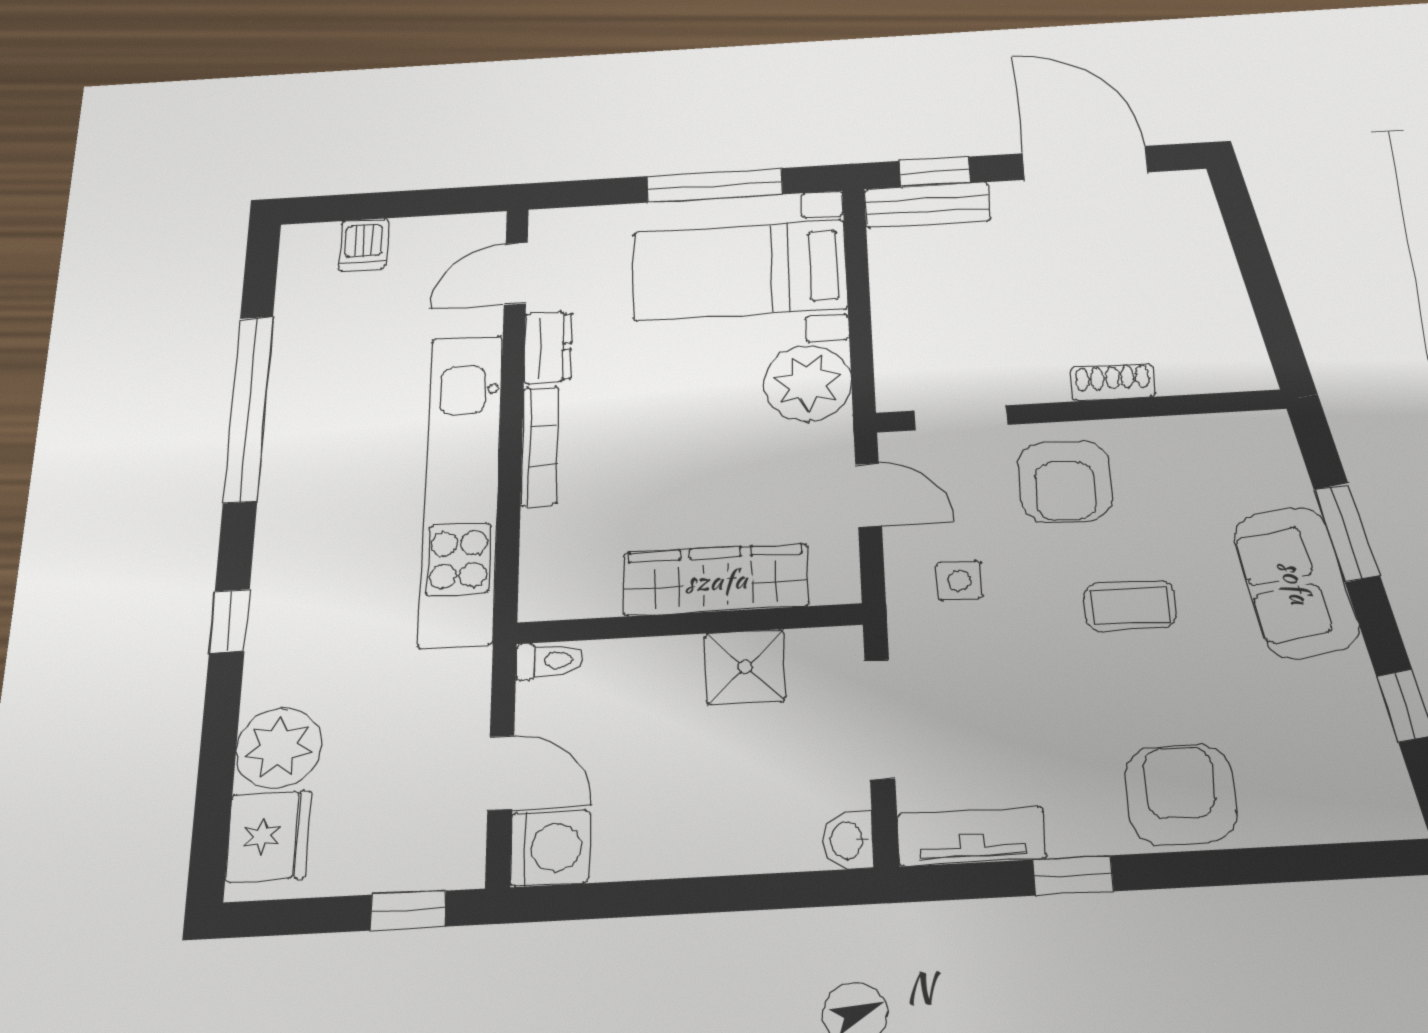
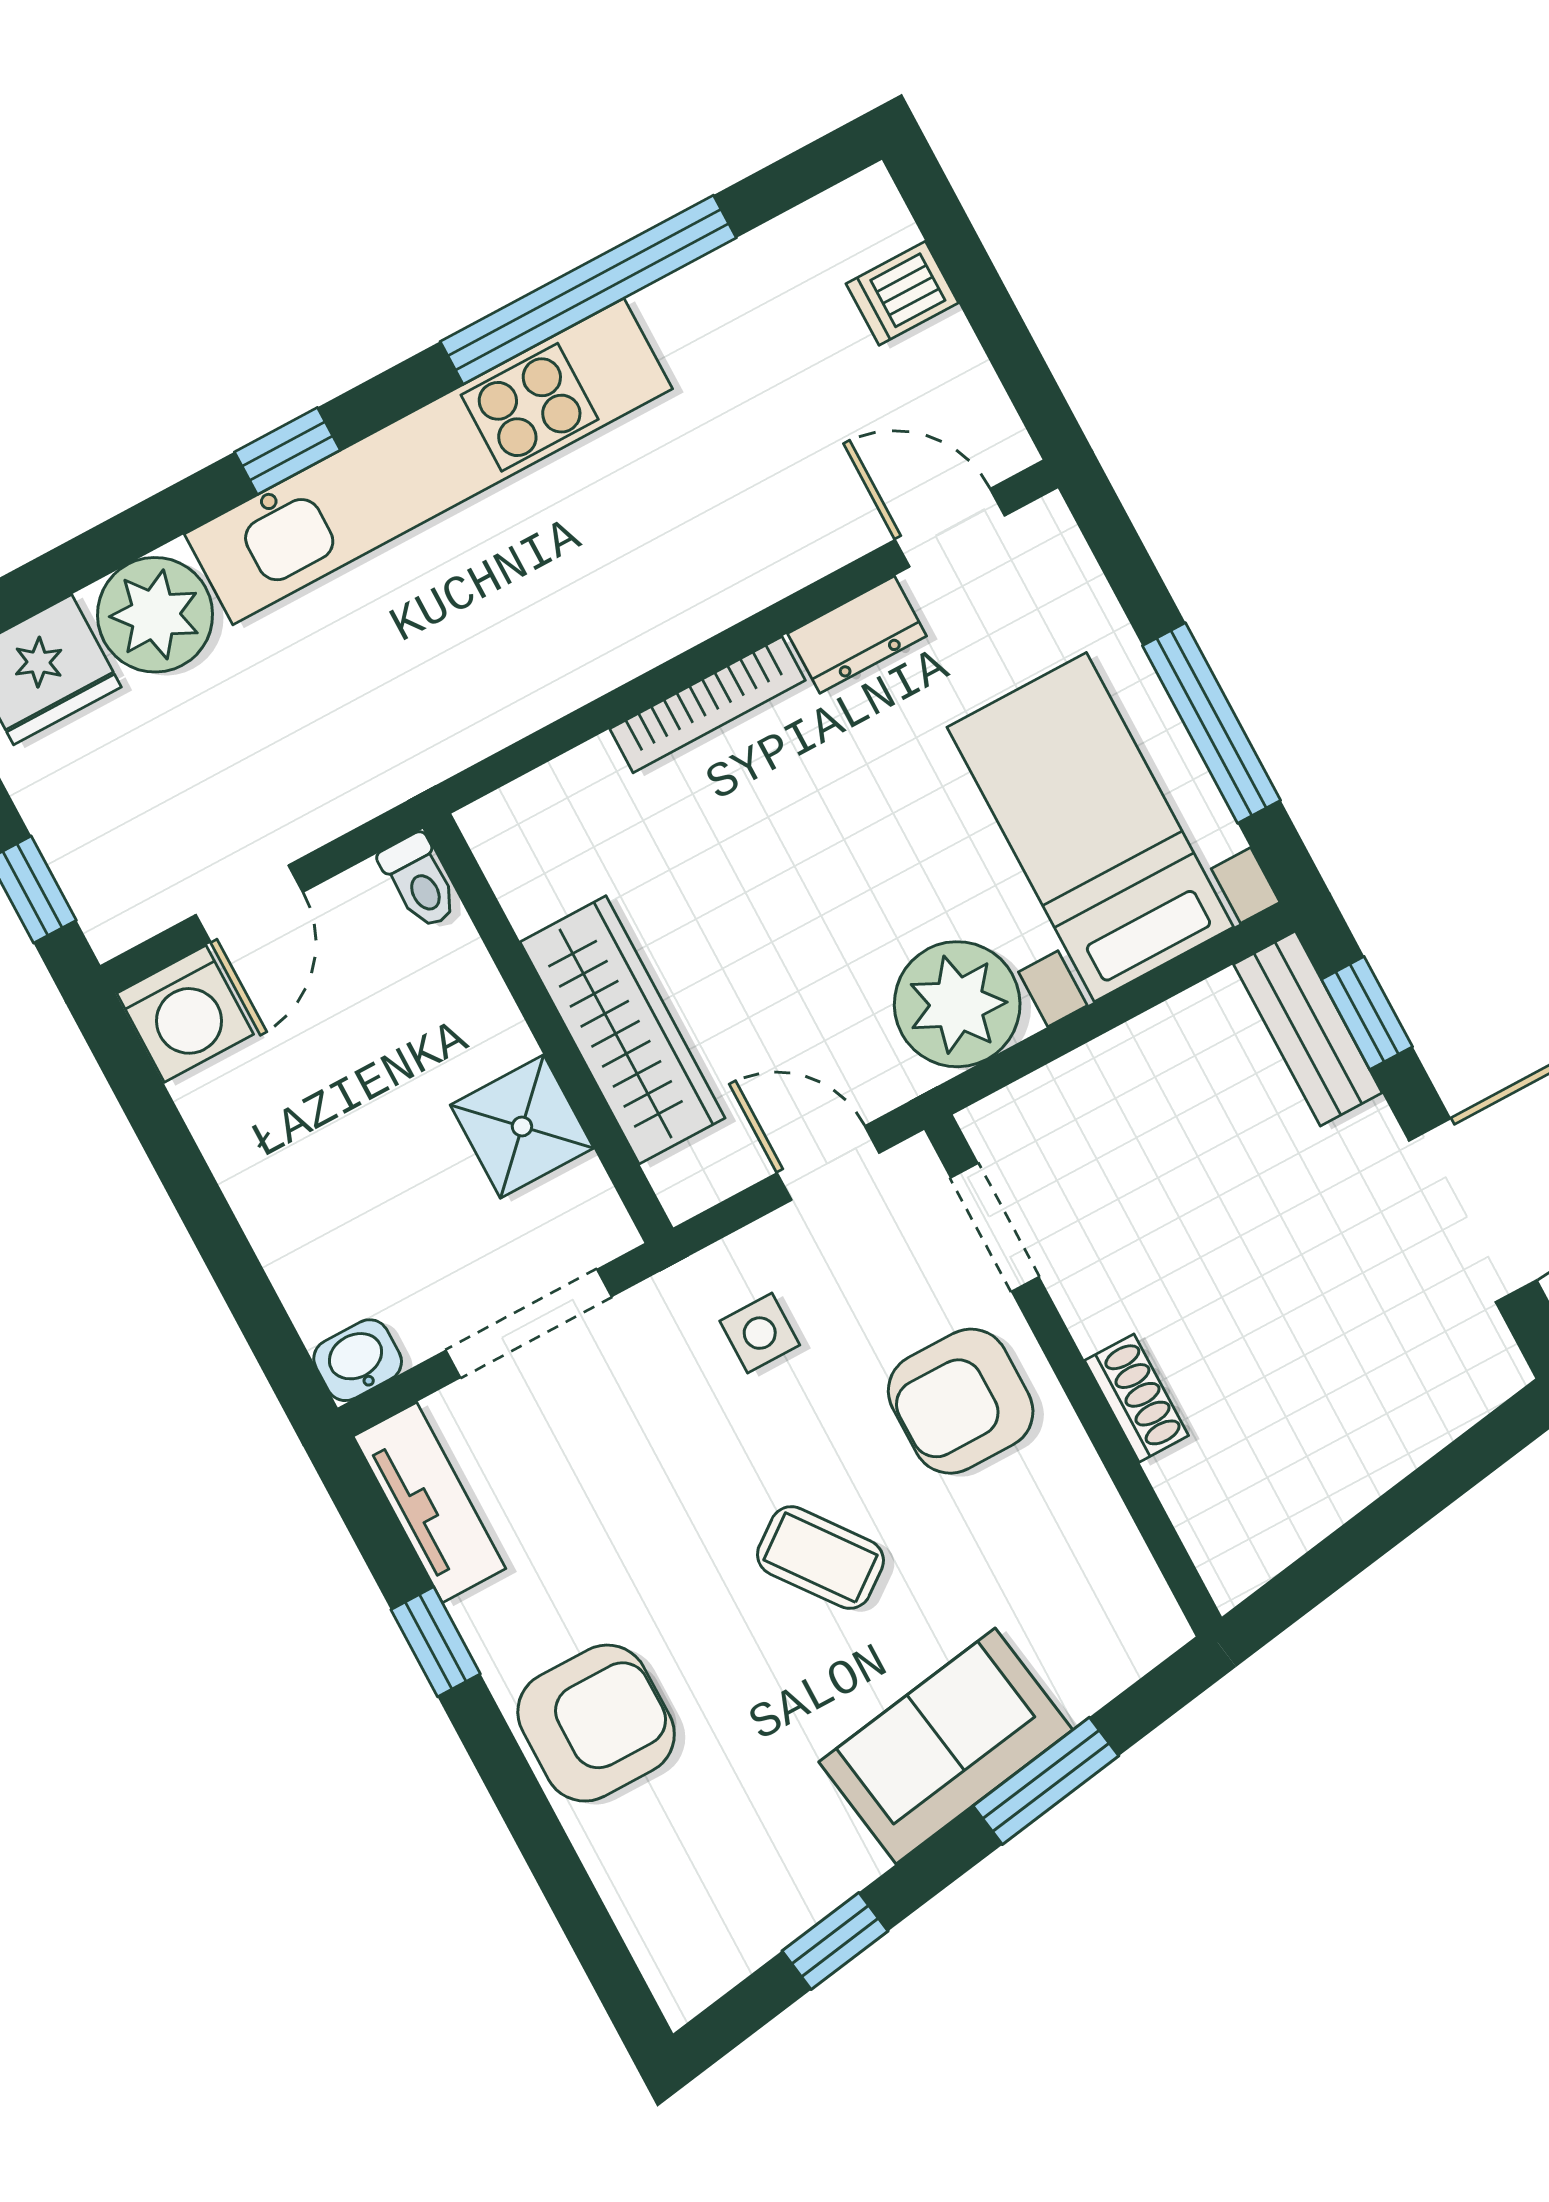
kitchen unit: (461, 487) -> (428, 461), moved, turned 180
door: (868, 495) -> (828, 1163), swing flipped
coffee table: (1130, 606) -> (820, 1558), turned -37

